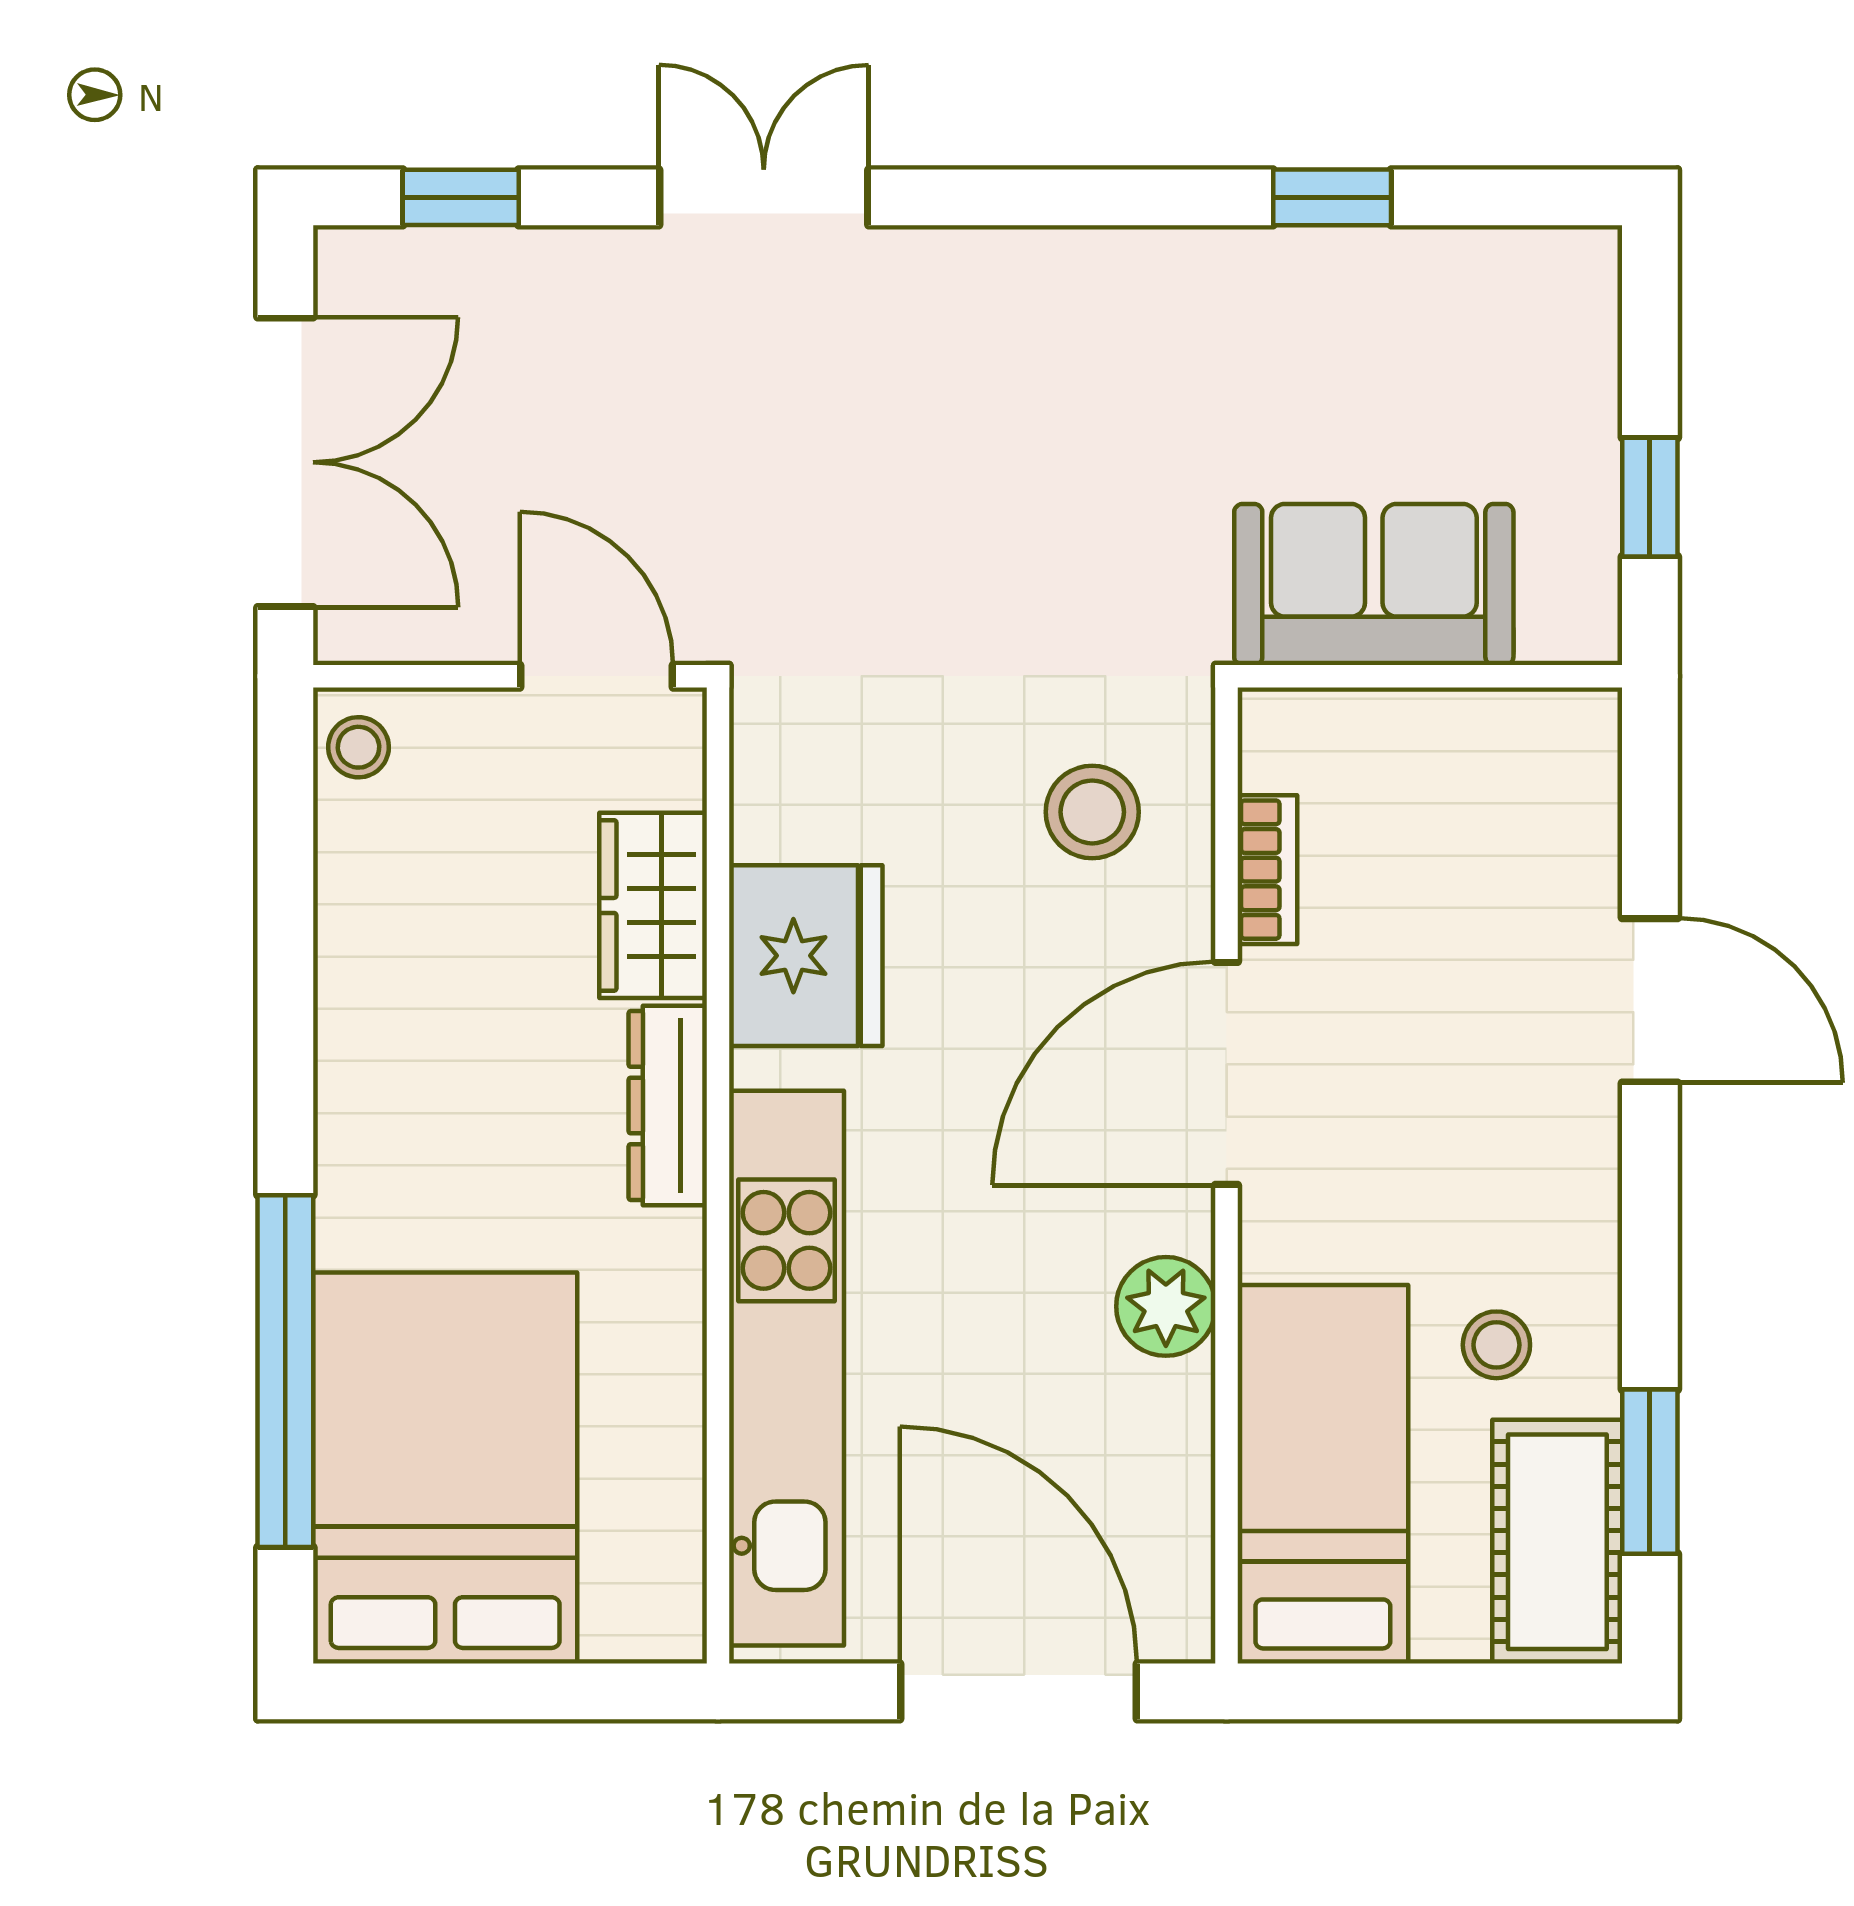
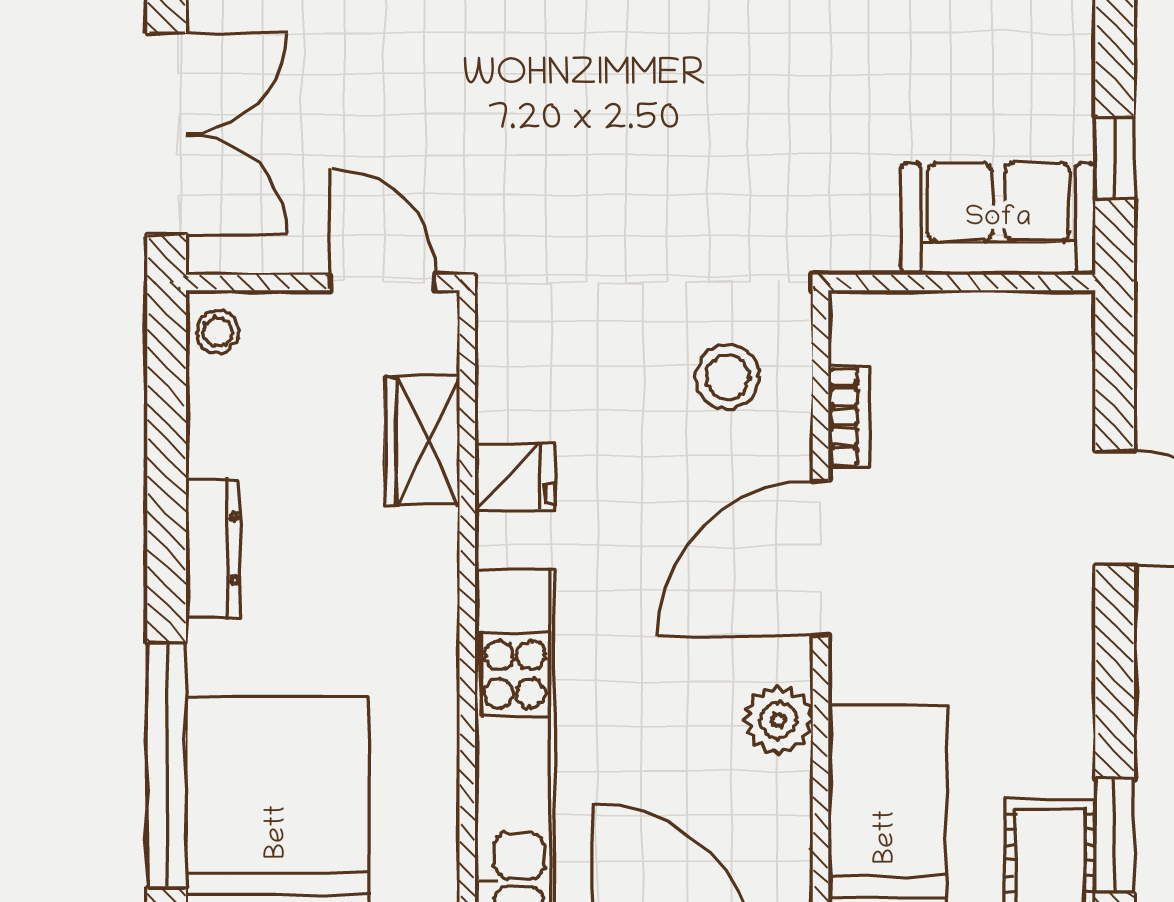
sofa: (1374, 584) -> (998, 219), moved
fridge: (806, 956) -> (515, 477), width x0.53, depth x0.75
dresser: (668, 1106) -> (213, 548), moved, turned 180
stool: (1496, 1345) -> (1008, 747), removed

